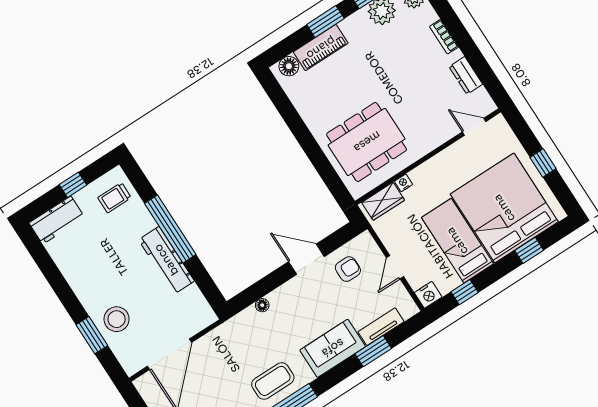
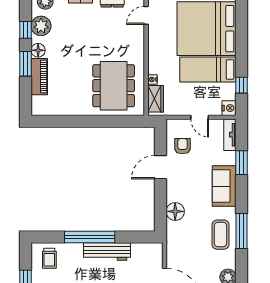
floor lamp: (289, 66) -> (38, 50), moved
window: (529, 250) -> (242, 30), removed
floor lamp: (262, 305) -> (175, 211), width x1.89, depth x1.89
tv unit: (381, 327) -> (230, 135), moved

